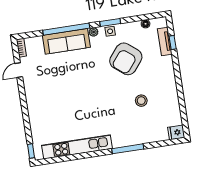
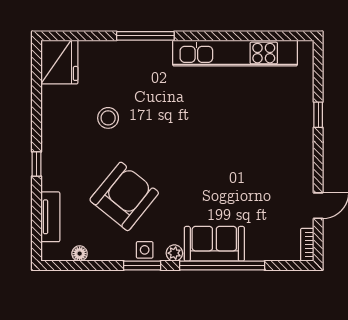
sofa: (66, 41) -> (214, 244), width x0.73
window: (173, 42) -> (36, 164), moved
fridge: (176, 132) -> (59, 62), width x1.88, depth x1.34
window: (31, 151) -> (318, 115), moved

